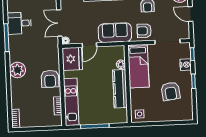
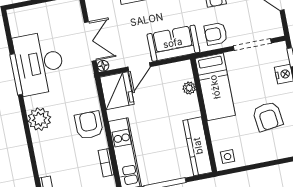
desk: (19, 23) -> (39, 63), width x1.87, depth x1.30
double door: (59, 23) -> (90, 41), swing flipped
armchair: (50, 79) -> (89, 125), turned 180
kitchen counter: (120, 89) -> (198, 146), moved

